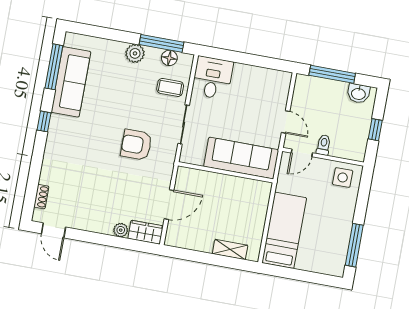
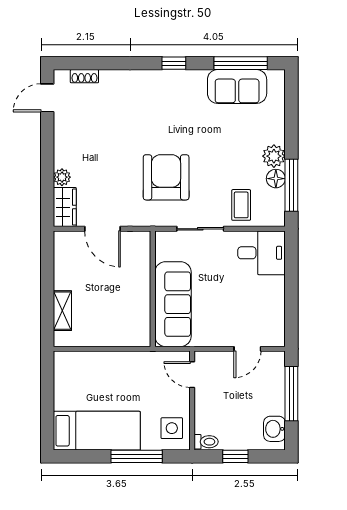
floor lamp: (169, 58) -> (276, 179), moved
sofa: (71, 82) -> (237, 86), width x0.73
door: (286, 122) -> (247, 349), moved
armchair: (136, 145) -> (166, 177), width x1.36, depth x1.36
toilet: (324, 145) -> (206, 442), moved
bed: (284, 230) -> (97, 431), moved
window: (354, 245) -> (137, 456), moved

